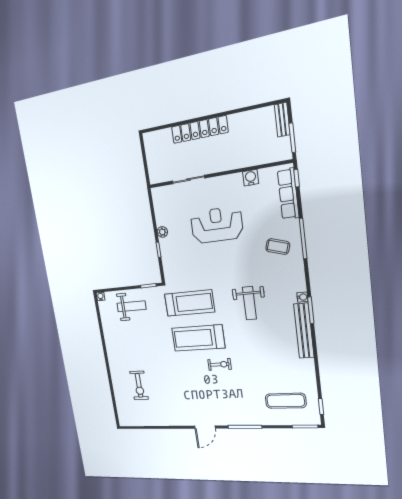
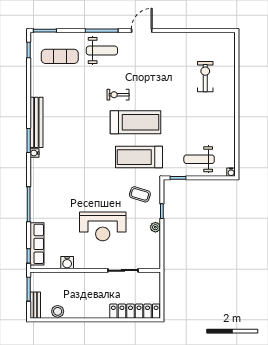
stool: (255, 118) -> (58, 311), added
locker: (200, 130) -> (135, 311), moved
coffee table: (278, 247) -> (140, 194), moved
weight bench: (249, 303) -> (102, 51), moved, turned 90

